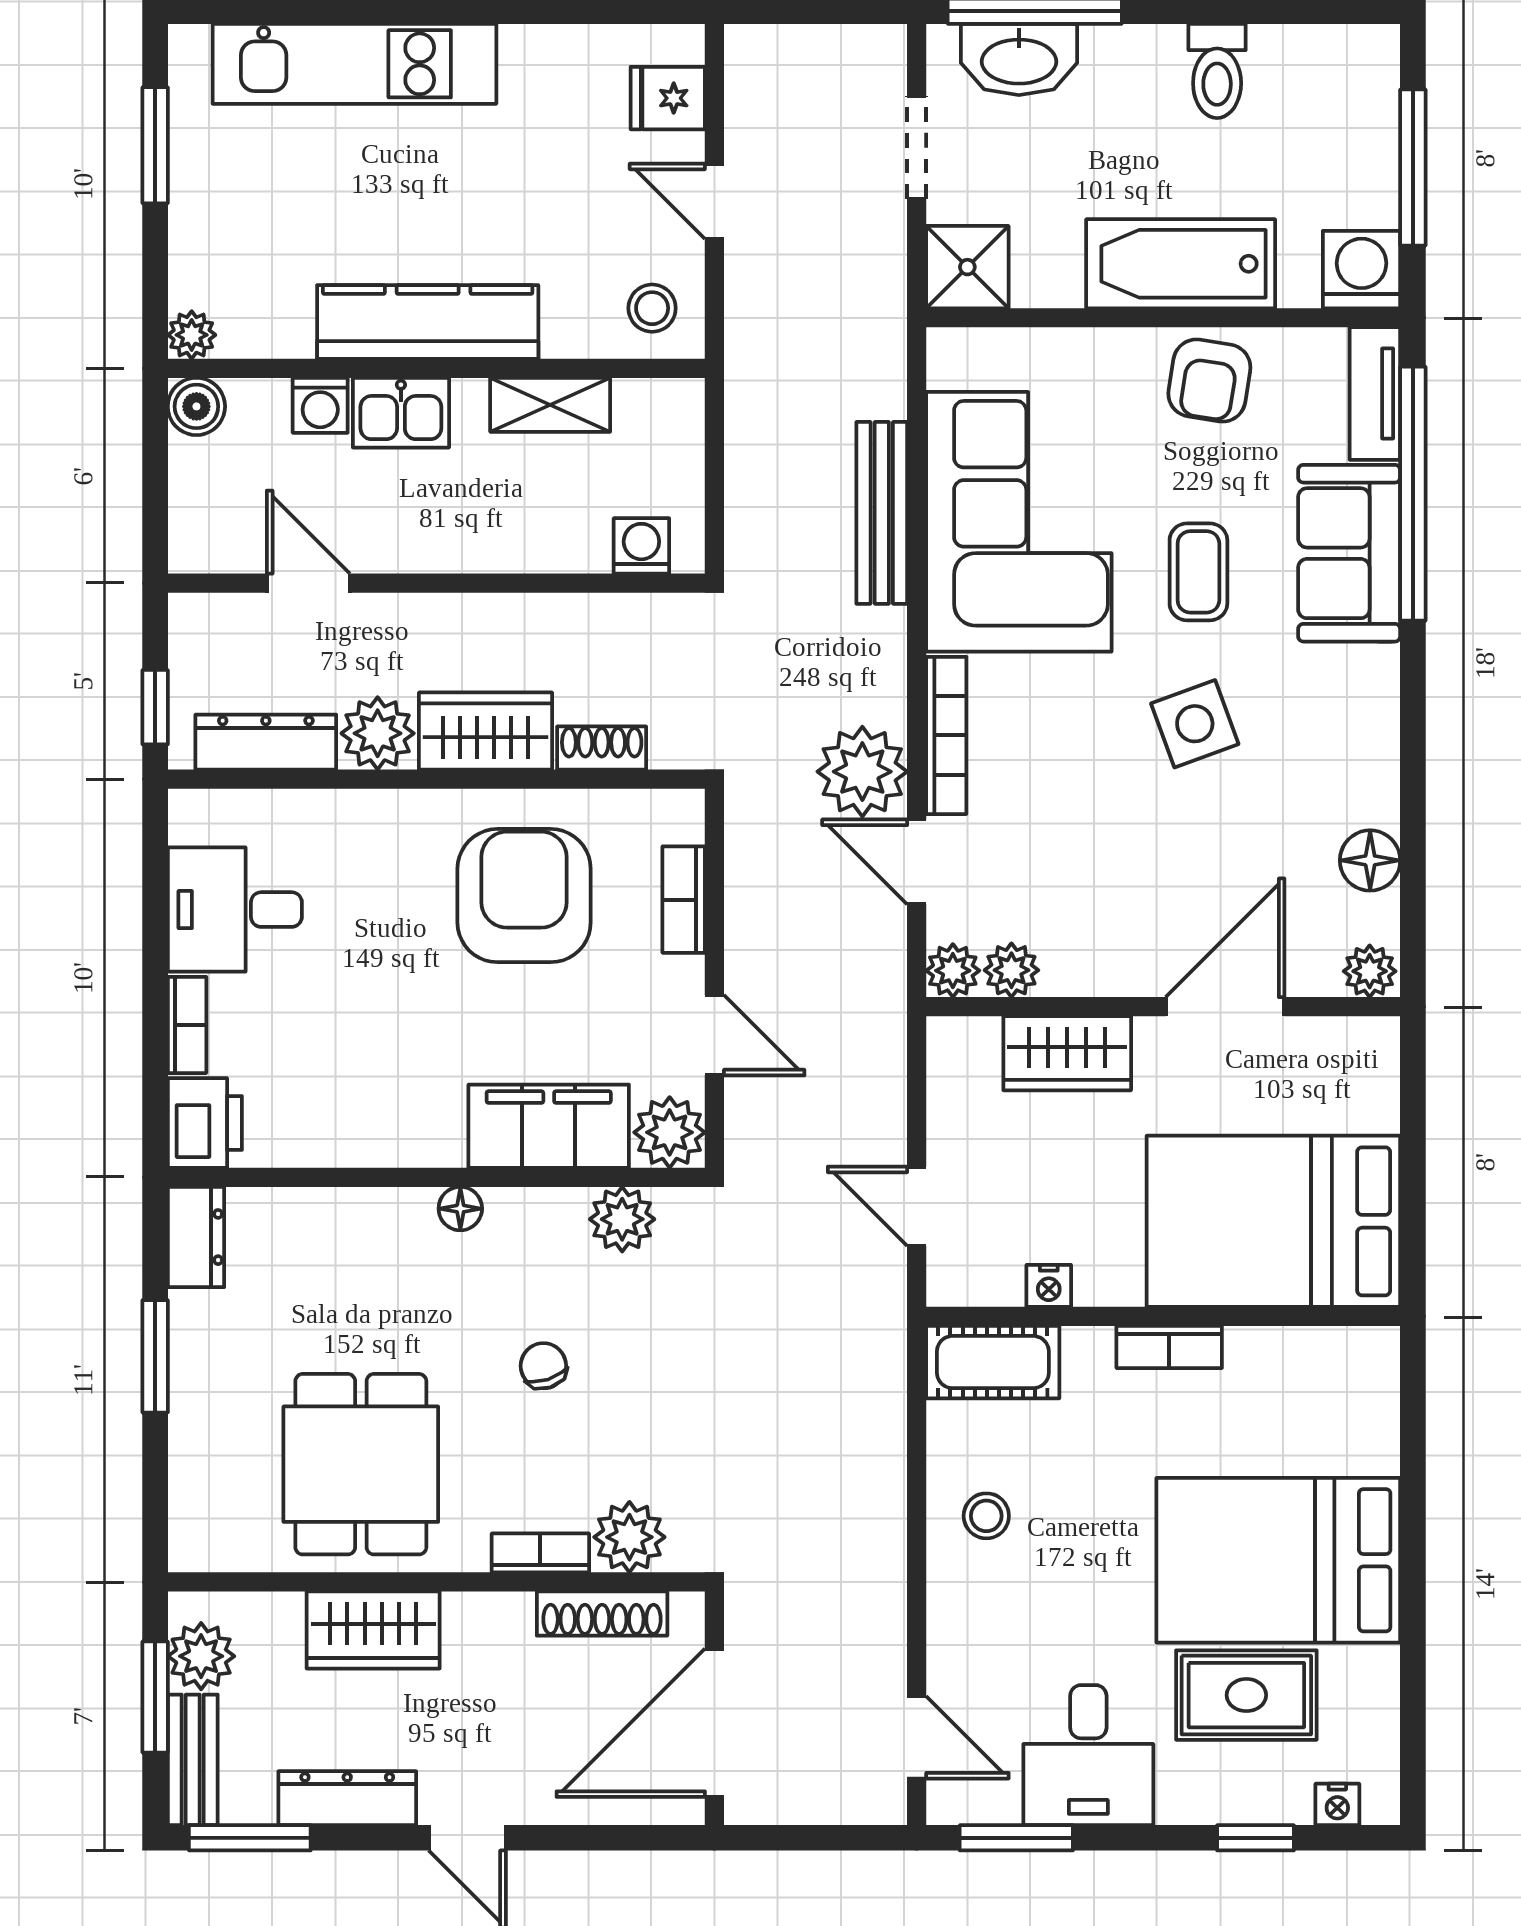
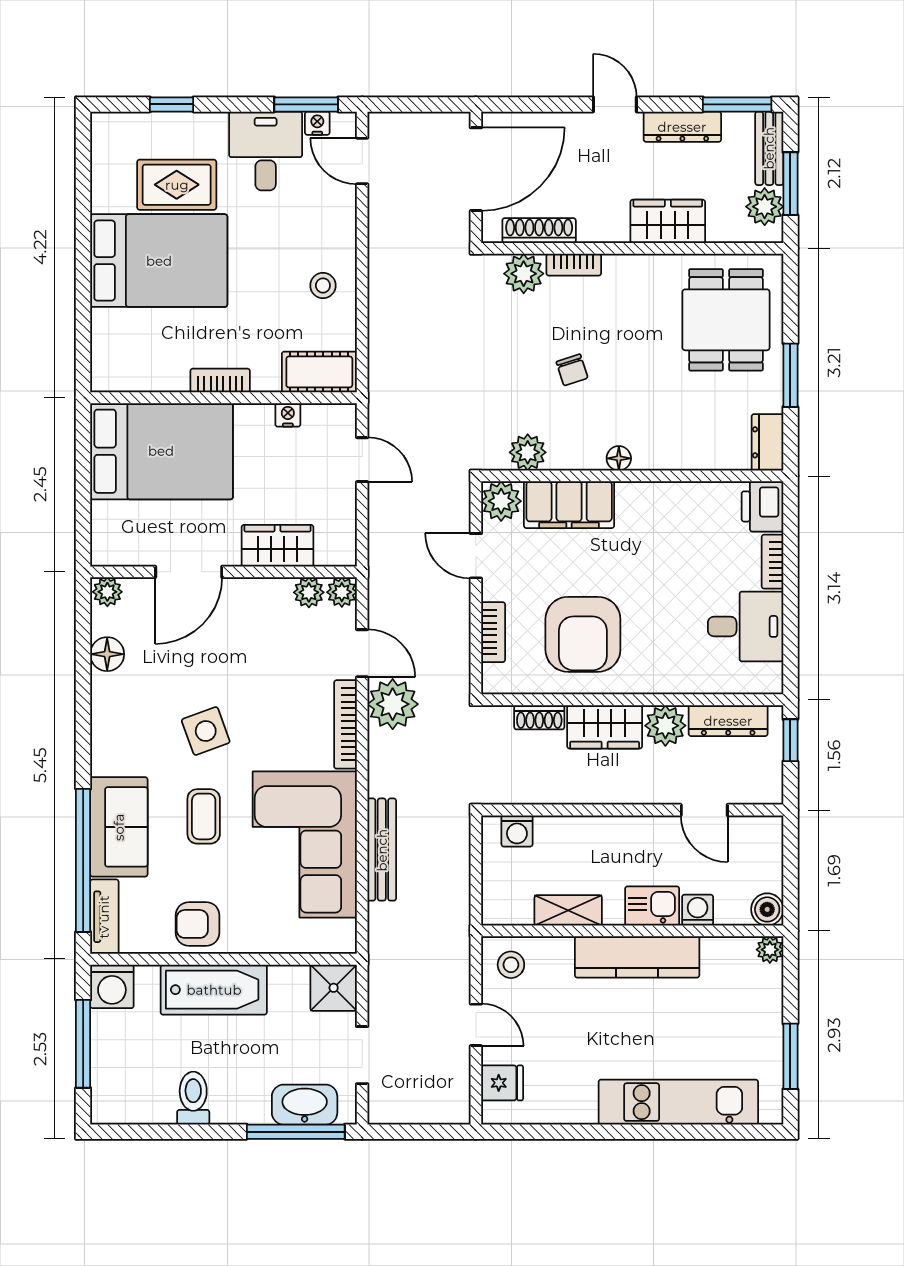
armchair: (1209, 381) -> (197, 924), turned -99
dining table: (361, 1464) -> (726, 320), moved
nightstand: (1337, 1804) -> (317, 123), moved

